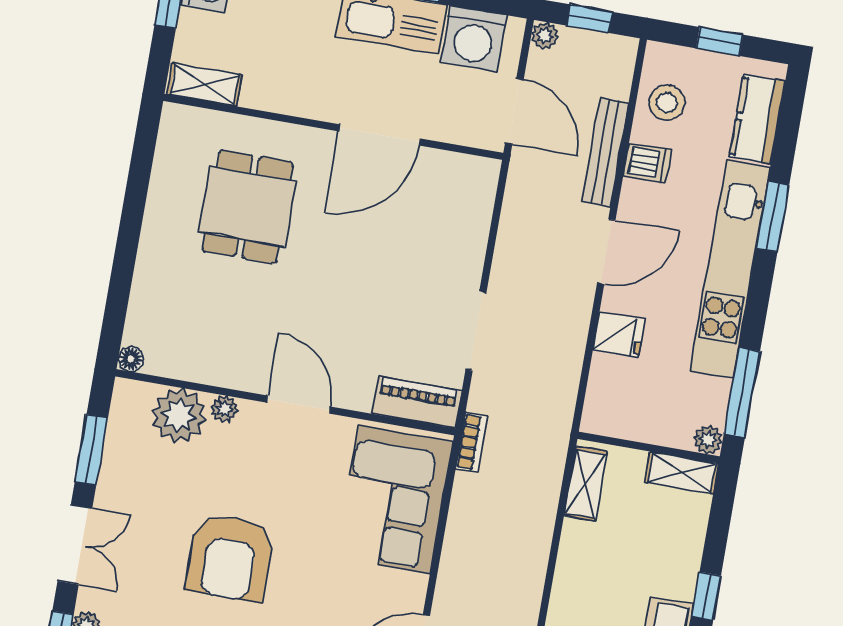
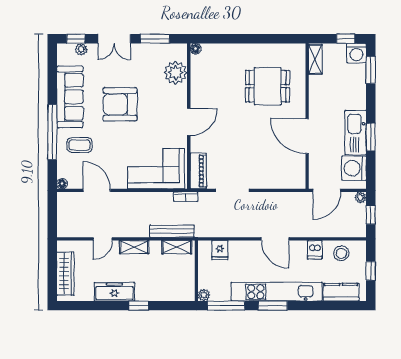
bench: (605, 152) -> (172, 231), moved
window: (773, 216) -> (273, 306), moved
fridge: (619, 335) -> (220, 250), moved
plant: (224, 409) -> (182, 91), removed
shelving: (682, 473) -> (134, 247), moved, turned 90

